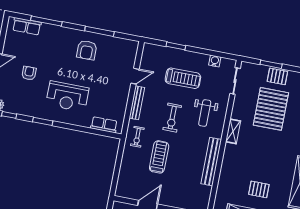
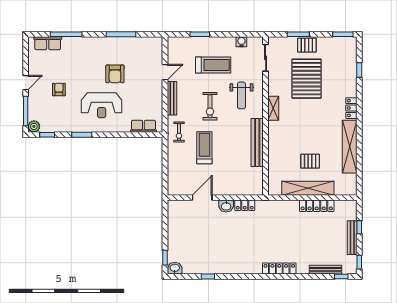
armchair: (87, 50) -> (115, 74), moved

